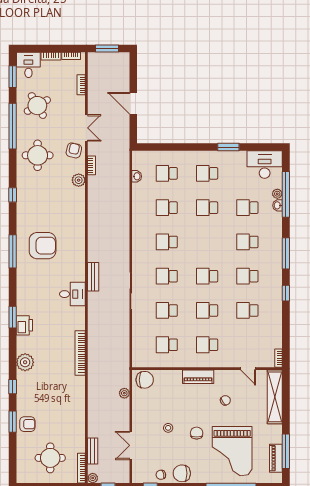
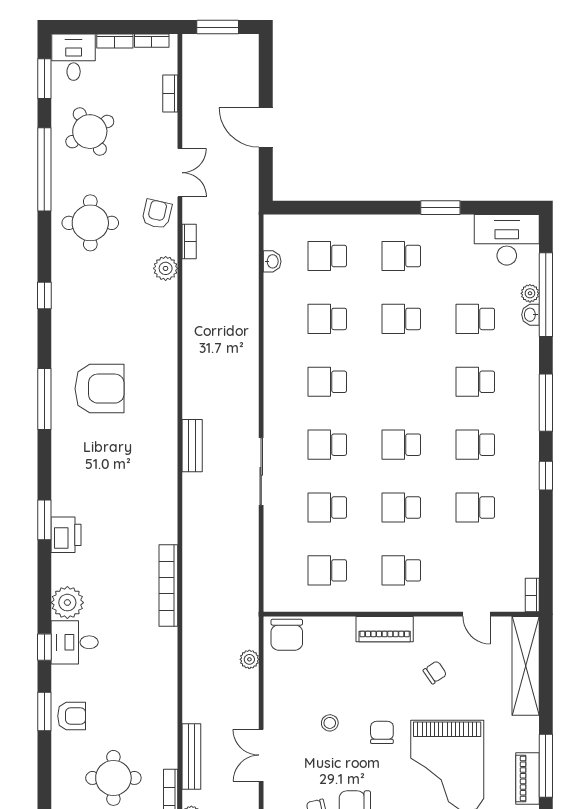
desk: (72, 294) -> (75, 642), moved, turned 180
chair: (145, 380) -> (287, 635), turned 90
bench: (93, 451) -> (191, 757), width x1.36

